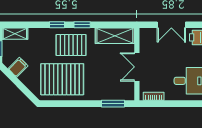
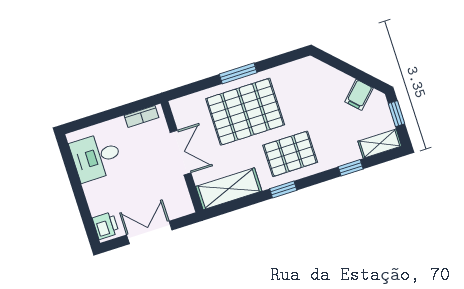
window: (57, 25) -> (351, 168), moved
pallet: (62, 79) -> (245, 112), moved
window: (113, 104) -> (238, 73), moved

